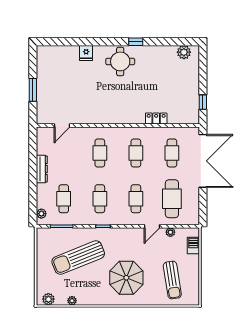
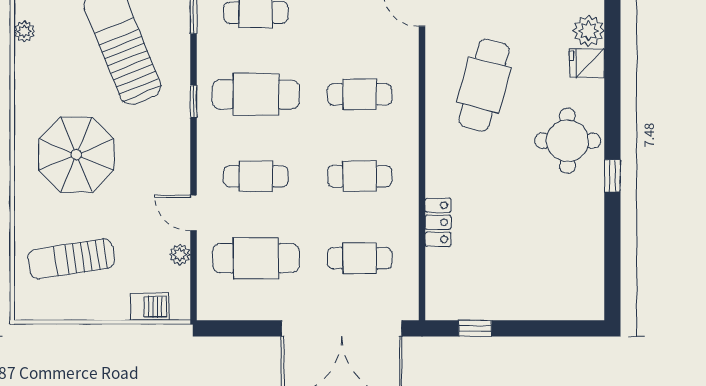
plant: (184, 52) -> (588, 31), moved
cafe table: (96, 98) -> (484, 85), added
cafe table: (100, 199) -> (256, 94), width x1.37, depth x1.35

